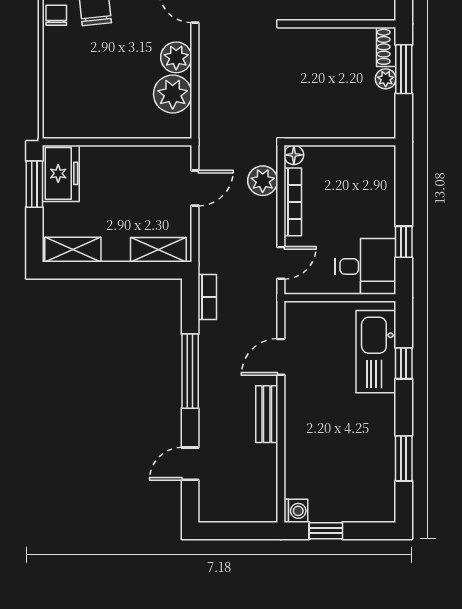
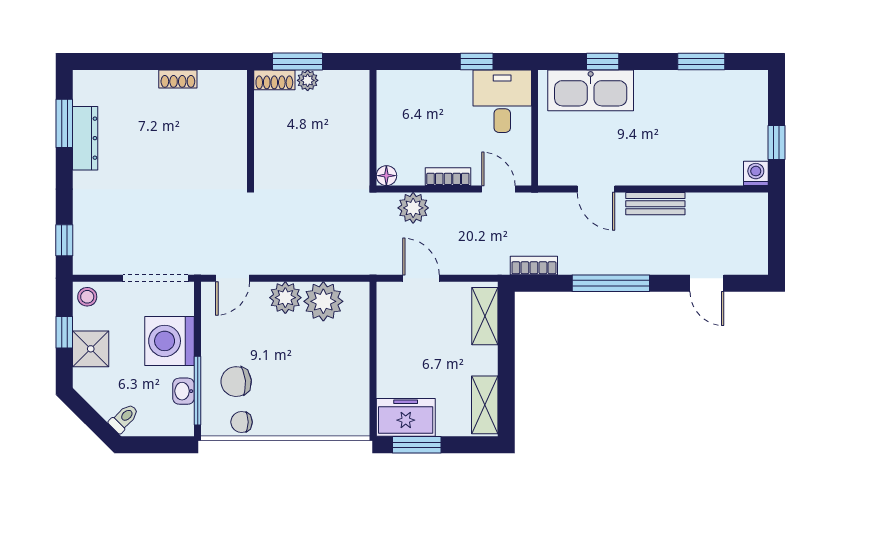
bookcase: (293, 202) -> (448, 177), width x0.64

